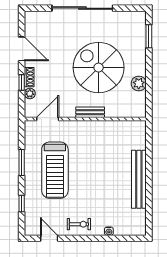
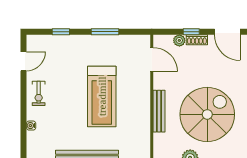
door: (22, 49) -> (227, 32), hinge flipped
bench: (90, 112) -> (159, 111), width x1.36
treadmill: (55, 170) -> (102, 96), moved, turned -90

